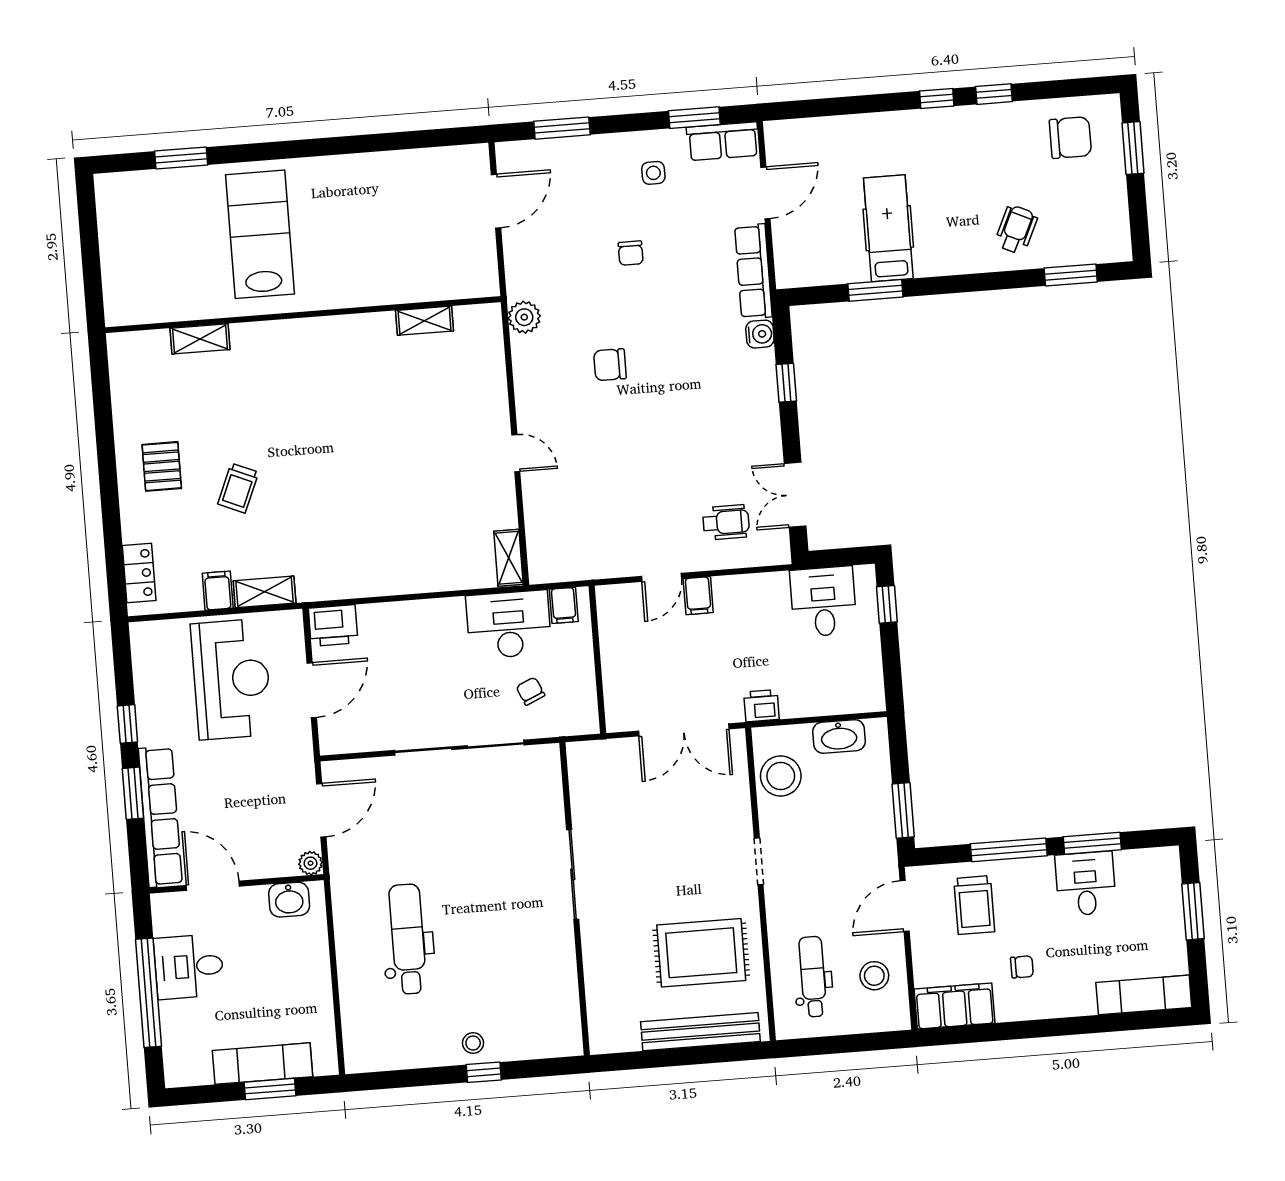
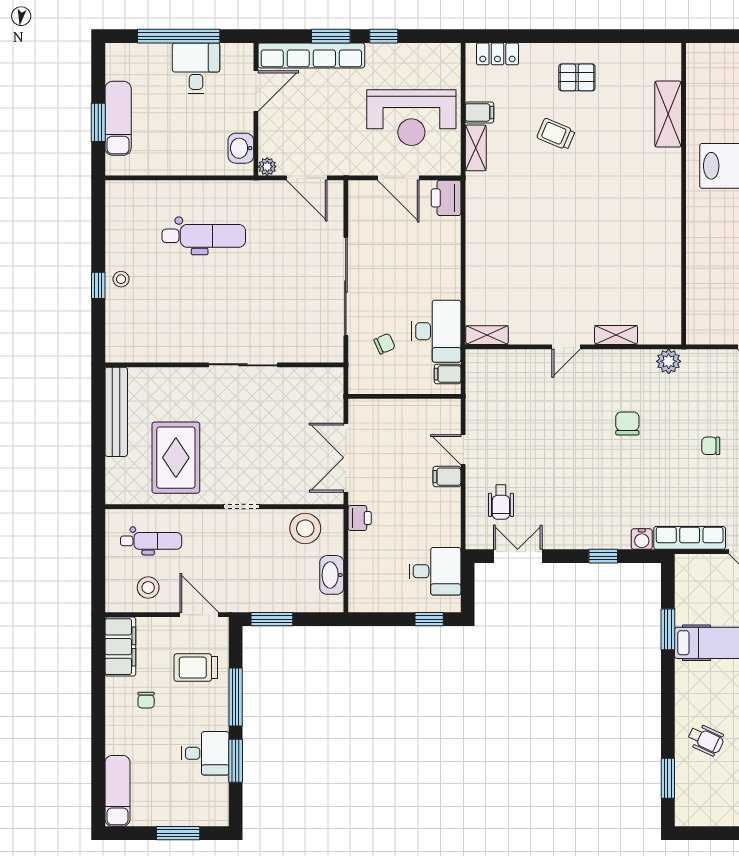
shelving: (425, 321) -> (616, 335), moved, turned 90
shelving: (200, 339) -> (668, 114), width x1.50, depth x1.33
bench: (700, 1032) -> (116, 412), moved

